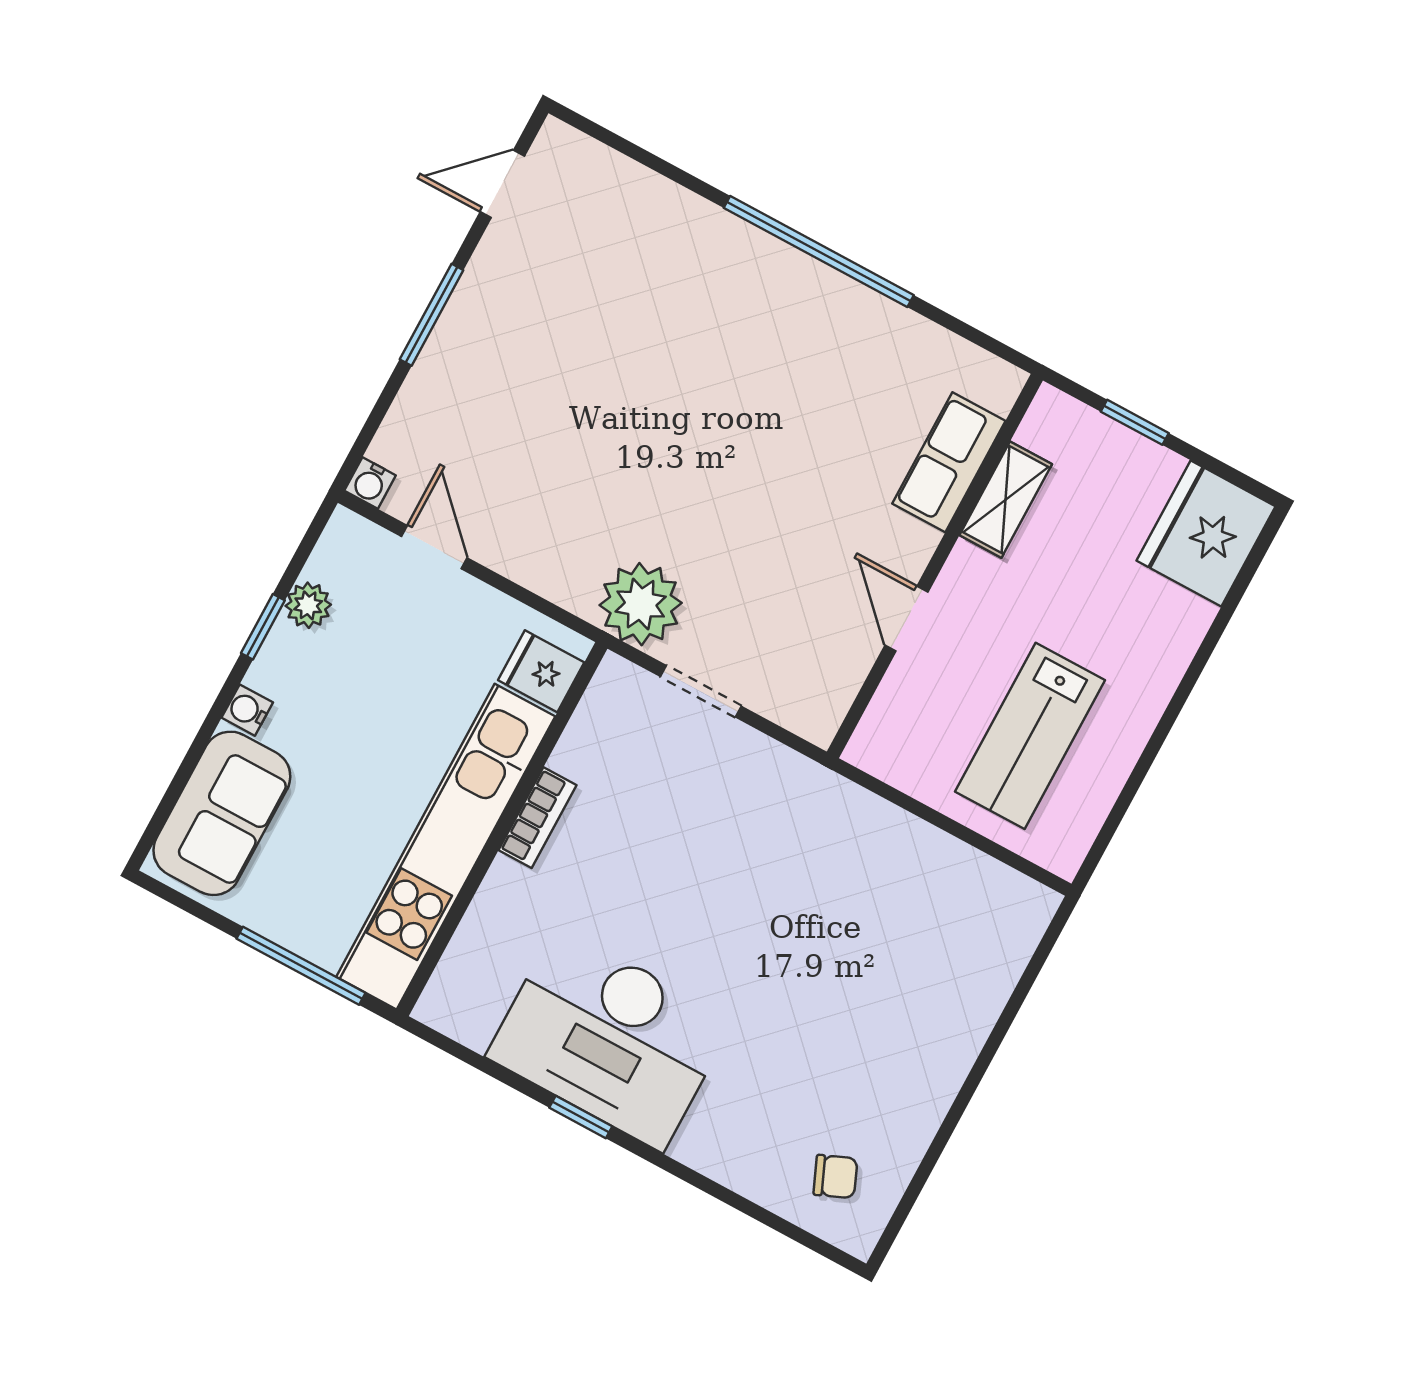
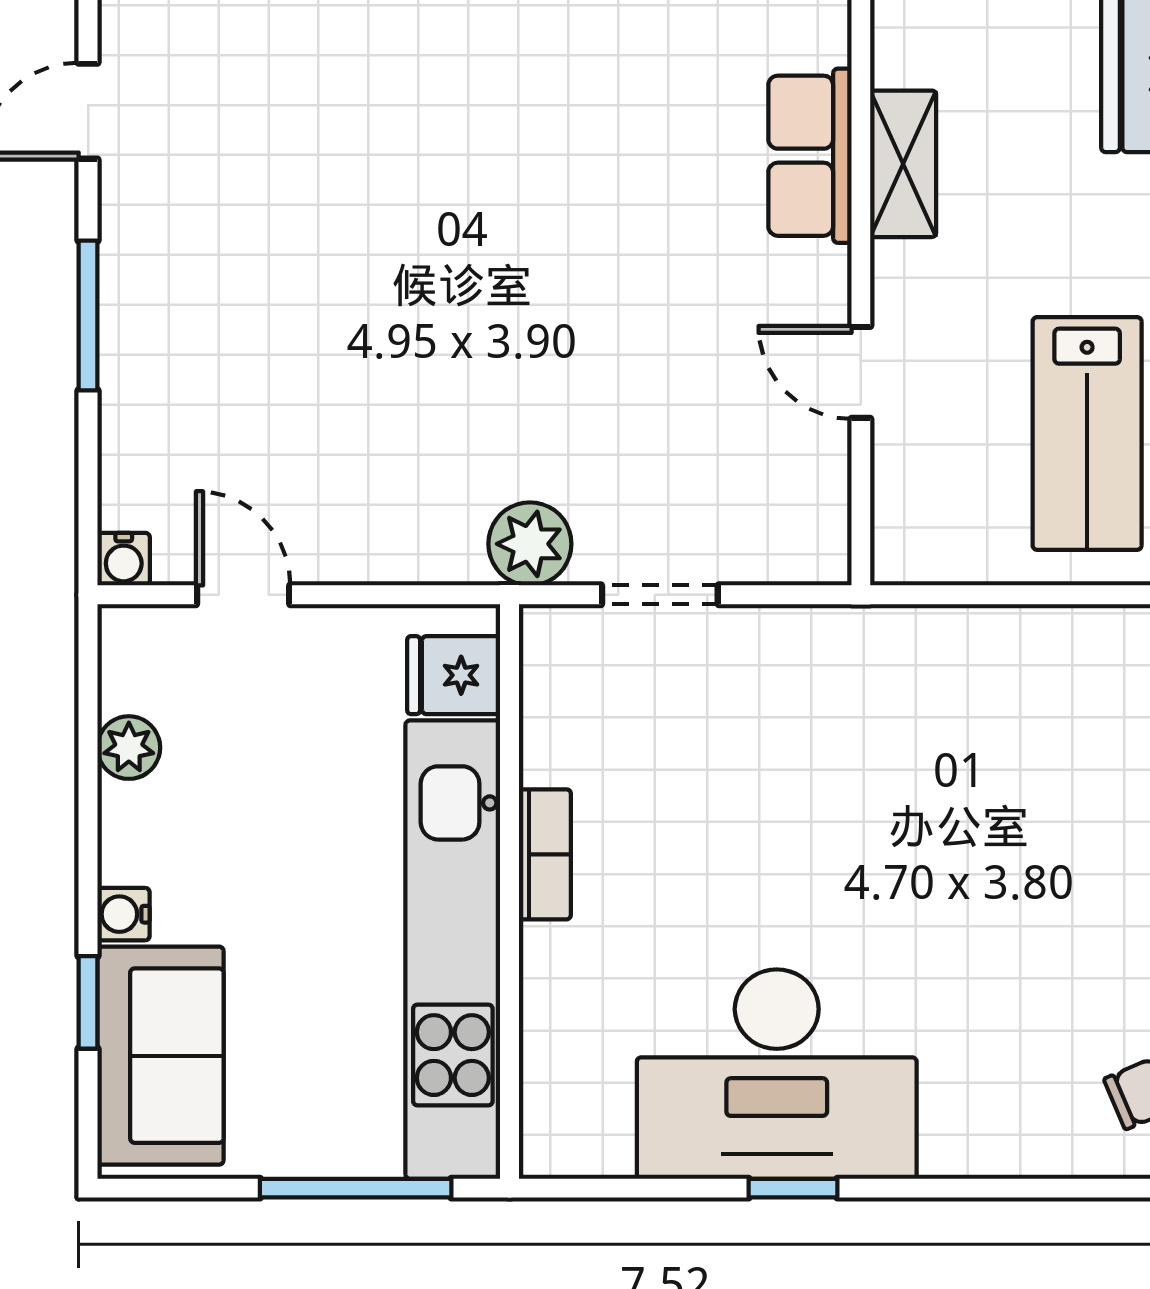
plant: (641, 604) -> (530, 544), width x0.73, depth x0.73
window: (263, 627) -> (88, 1002), moved

